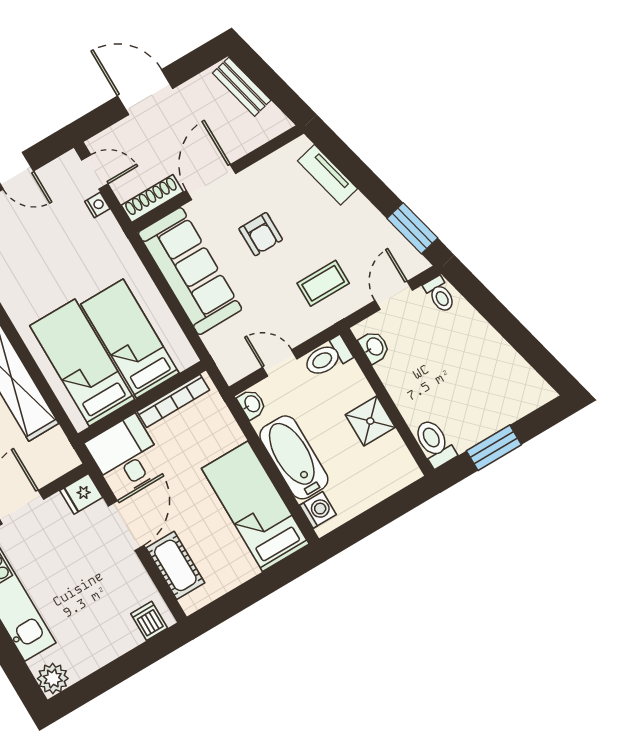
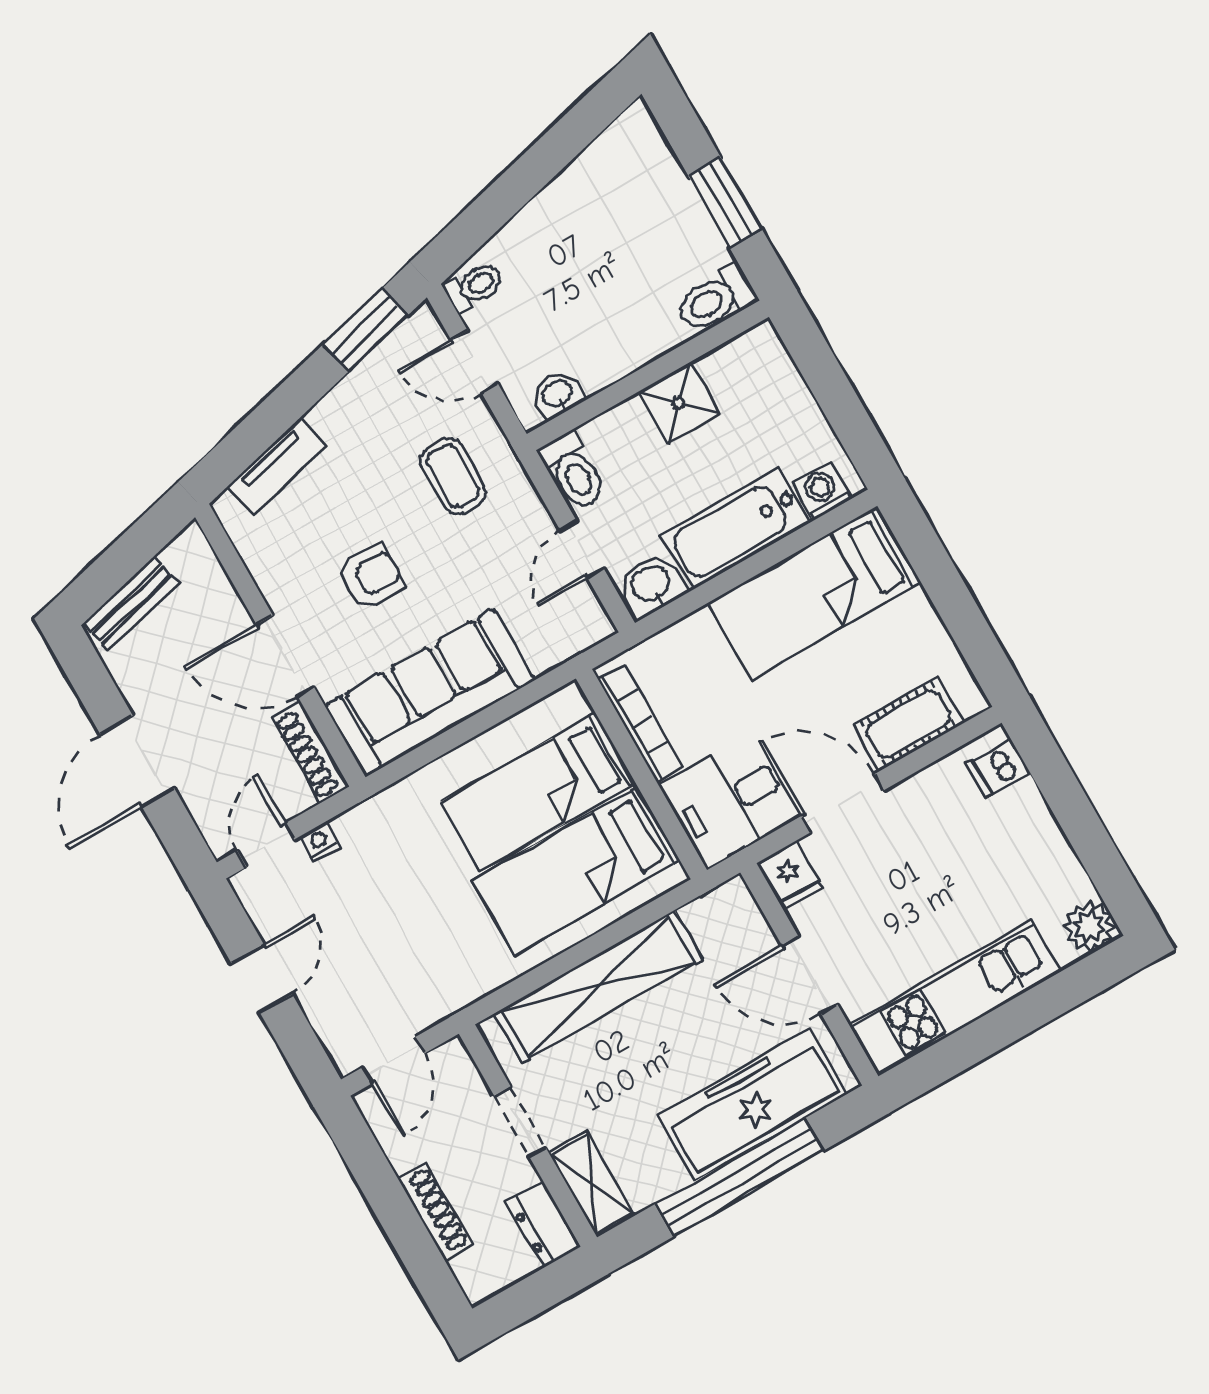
washbasin: (252, 404) -> (651, 585), width x1.38, depth x1.45

